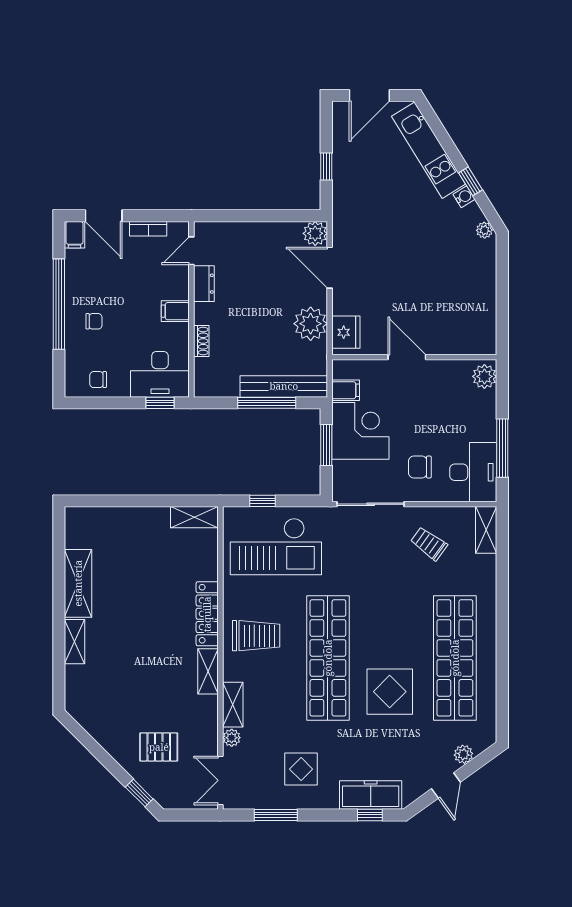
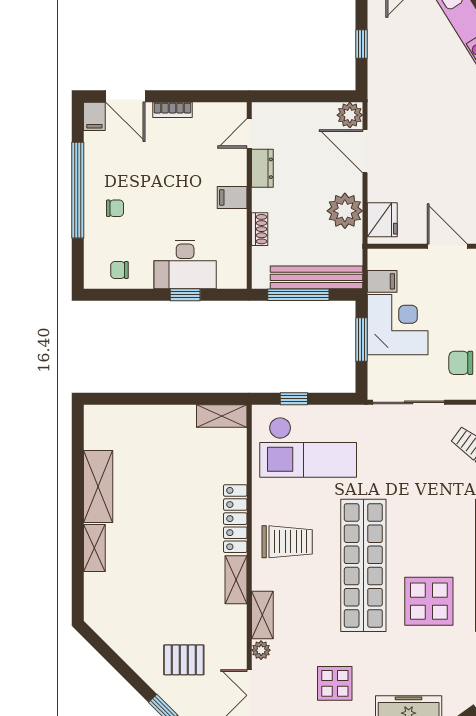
door: (191, 251) -> (249, 133), moved
dresser: (204, 284) -> (262, 168), moved
wall: (191, 309) -> (249, 195), moved
filing cabinet: (175, 311) -> (232, 197), moved
shoe rack: (201, 341) -> (260, 229), moved

